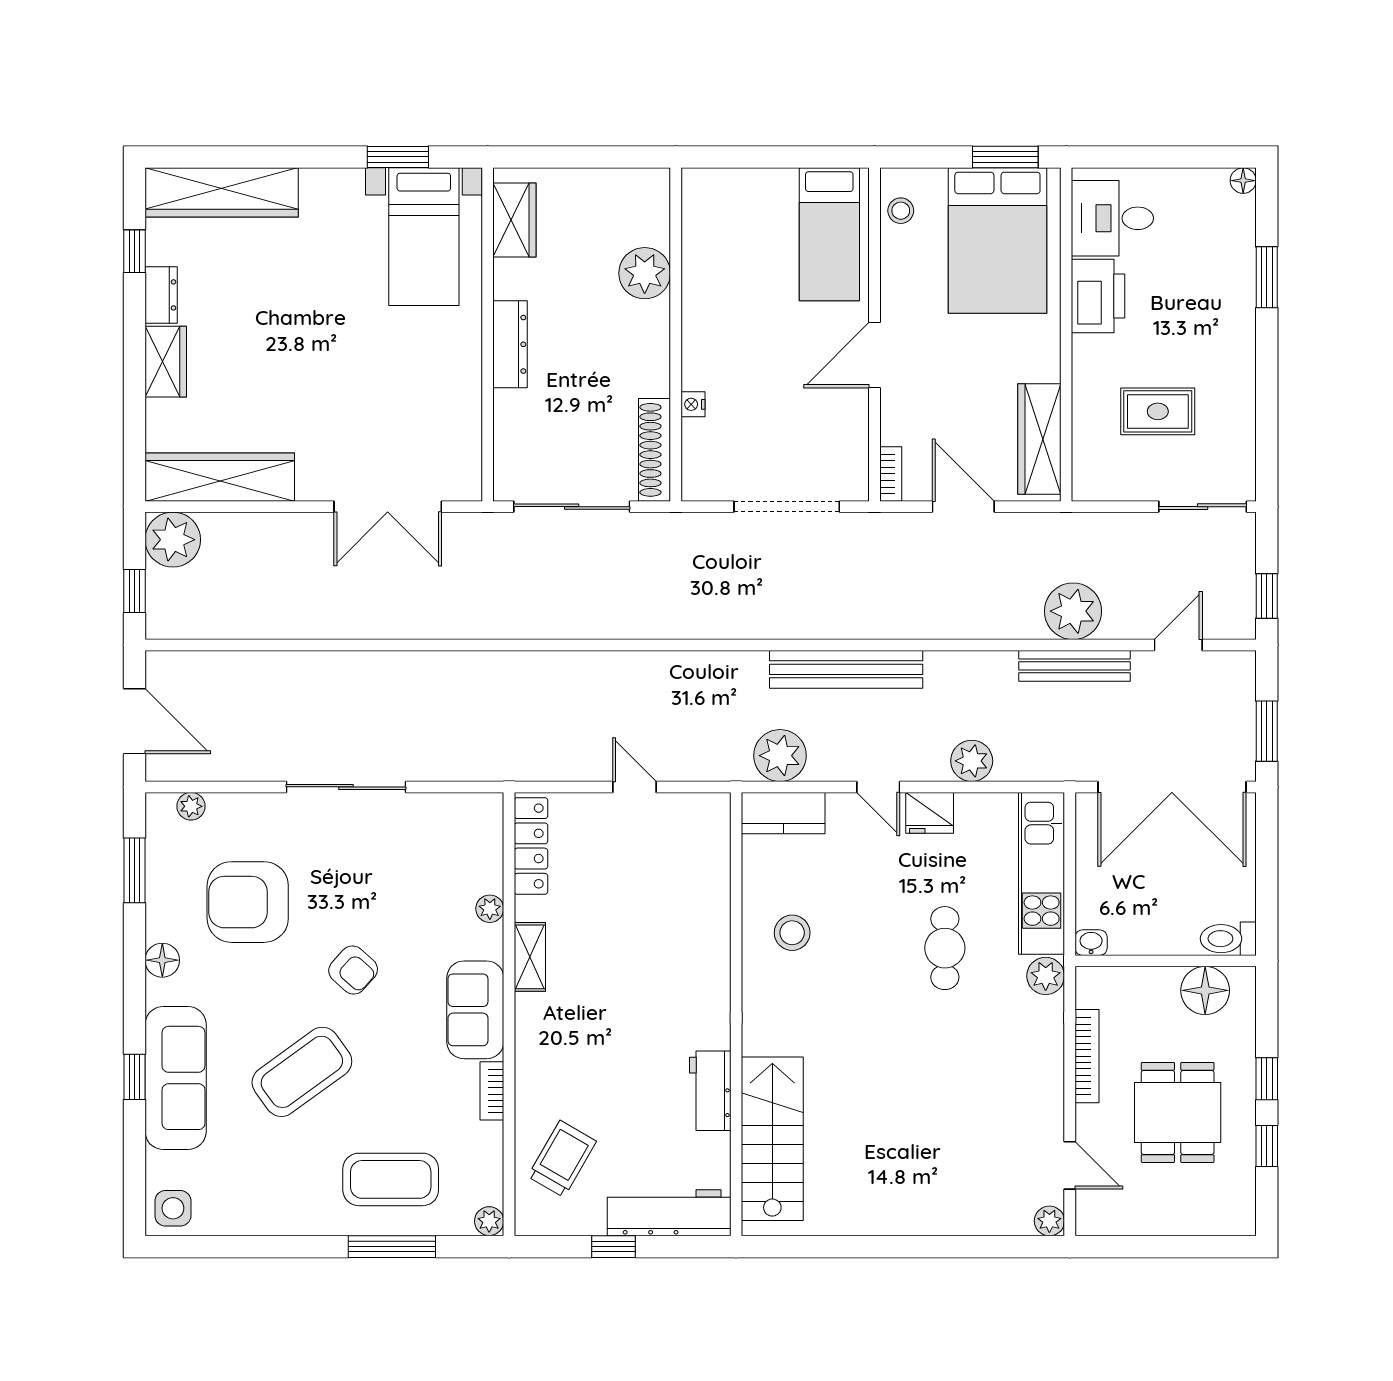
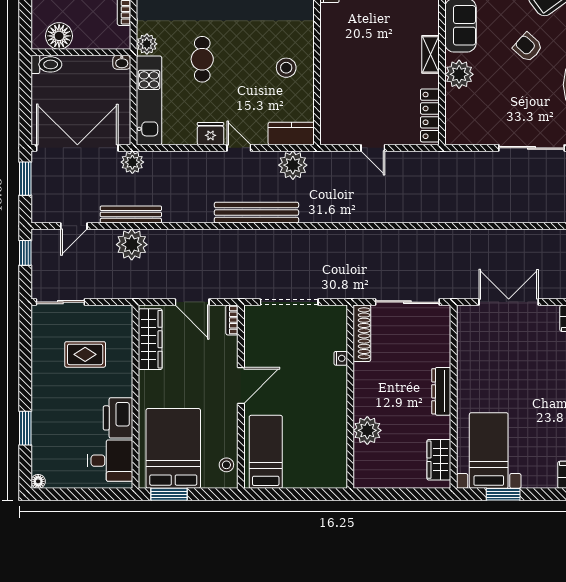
plant: (972, 761) -> (132, 162), moved
plant: (490, 909) -> (459, 74), width x1.88, depth x1.88

